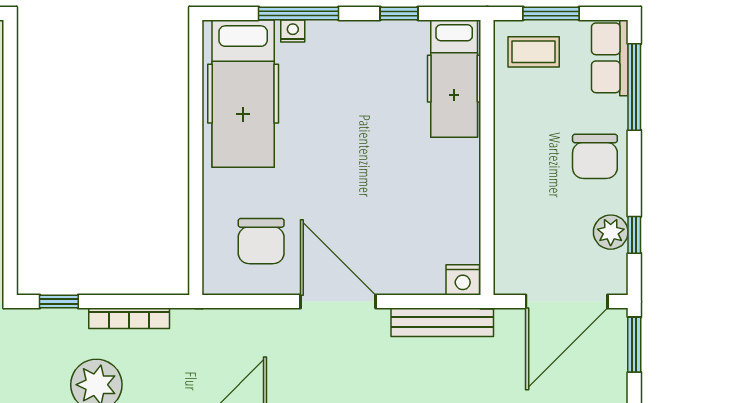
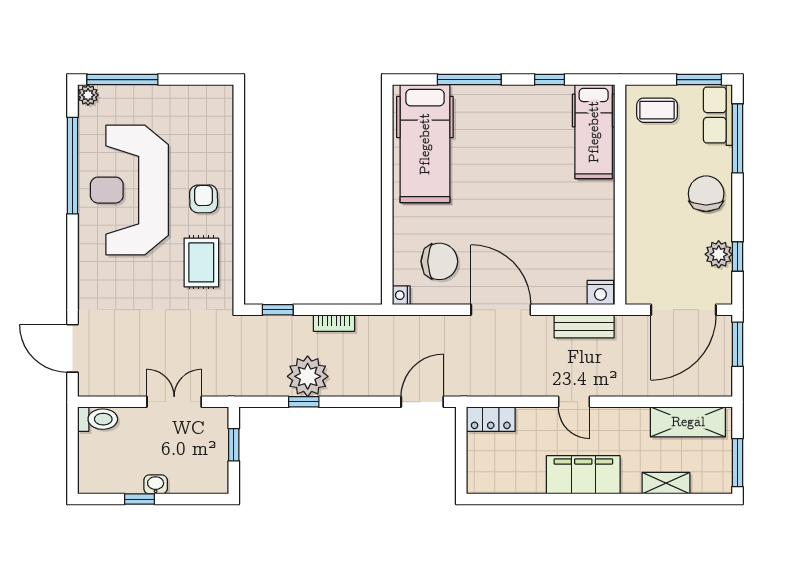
window: (551, 13) -> (699, 80), moved
nightstand: (293, 31) -> (401, 295), moved, turned -90
chair: (595, 156) -> (706, 194), turned 180
chair: (261, 241) -> (439, 261), turned -90
bookcase: (129, 318) -> (334, 323), width x0.64
bench: (442, 322) -> (584, 326), width x0.73

